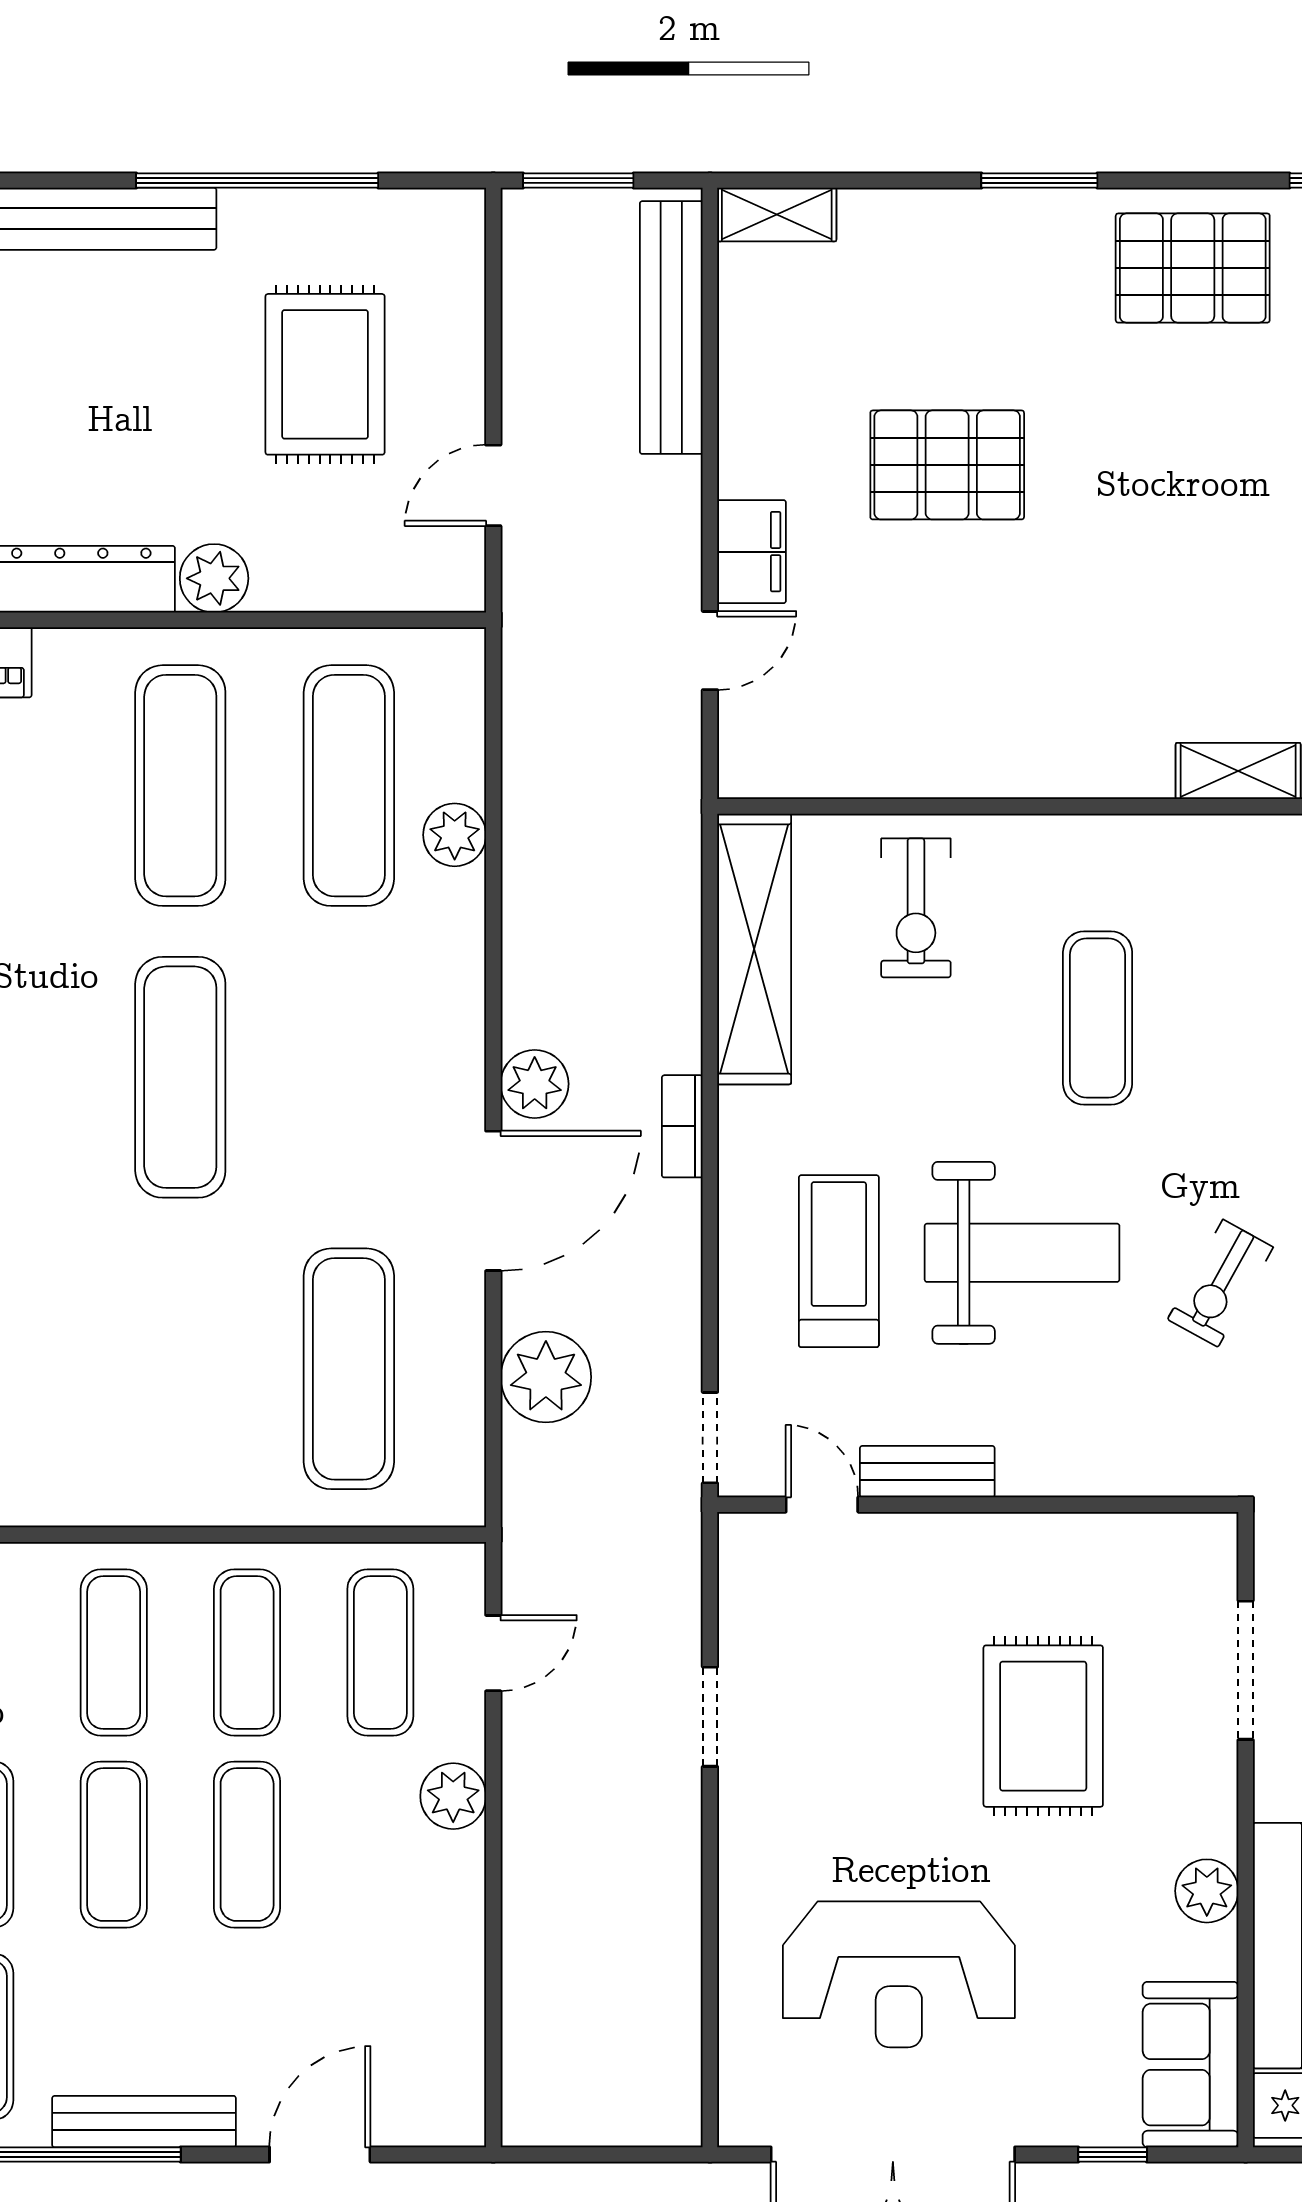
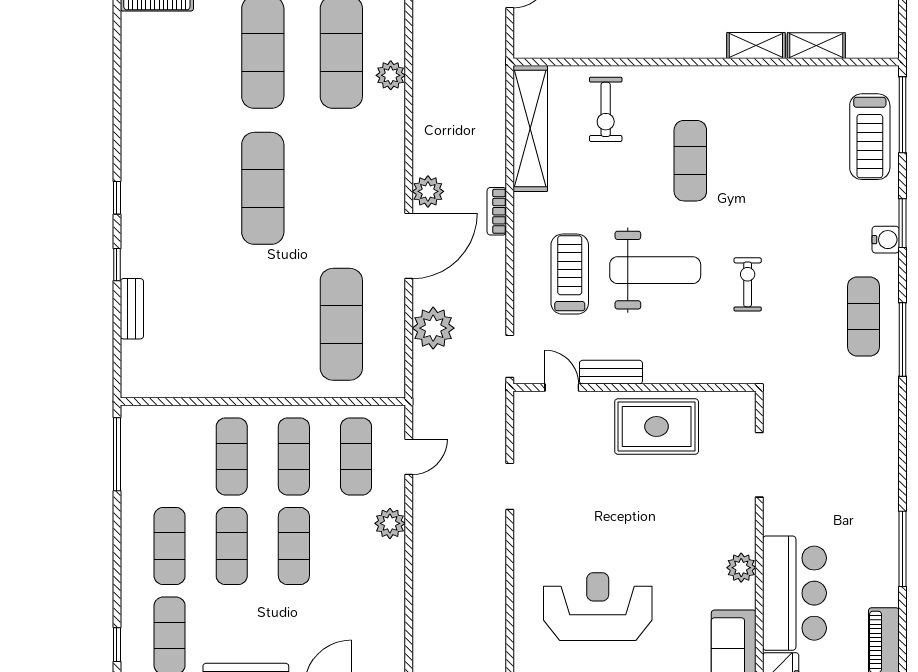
exercise bike: (1220, 1283) -> (748, 284), turned 151
rug: (1043, 1726) -> (657, 427), moved, turned 90
reception desk: (899, 1974) -> (598, 607), turned 180

